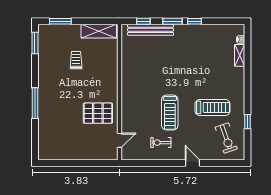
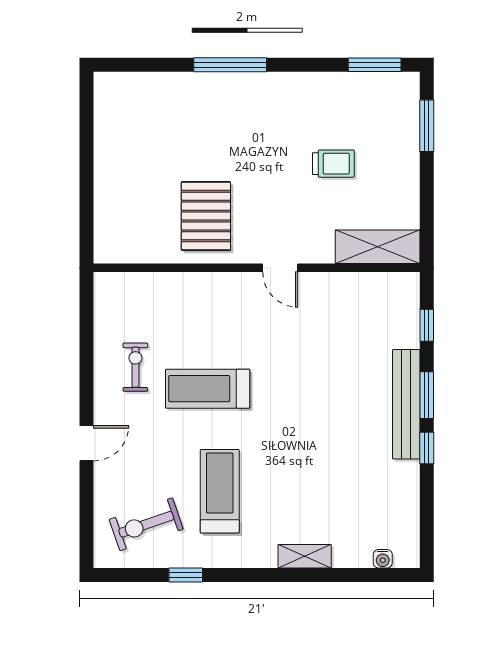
bench: (151, 30) -> (406, 404), moved
shelving: (99, 31) -> (378, 247), moved, turned 90
shelving: (240, 55) -> (305, 556), moved
treadmill: (213, 107) -> (220, 491), turned 180
door: (119, 140) -> (280, 268), moved

